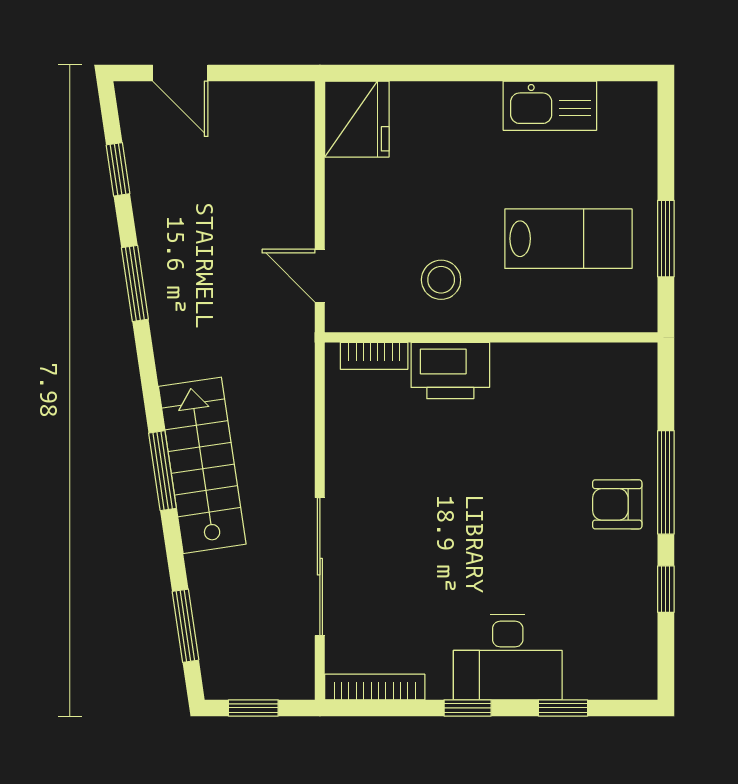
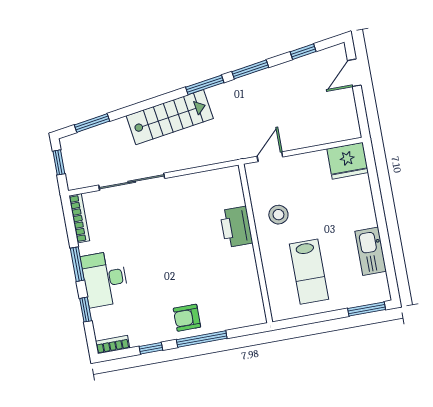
window: (666, 239) -> (367, 309), moved
bookcase: (374, 356) -> (112, 345), moved, turned 90
window: (163, 471) -> (205, 85), moved
armchair: (617, 504) -> (187, 318), turned -90
window: (468, 708) -> (77, 264), width x1.50

